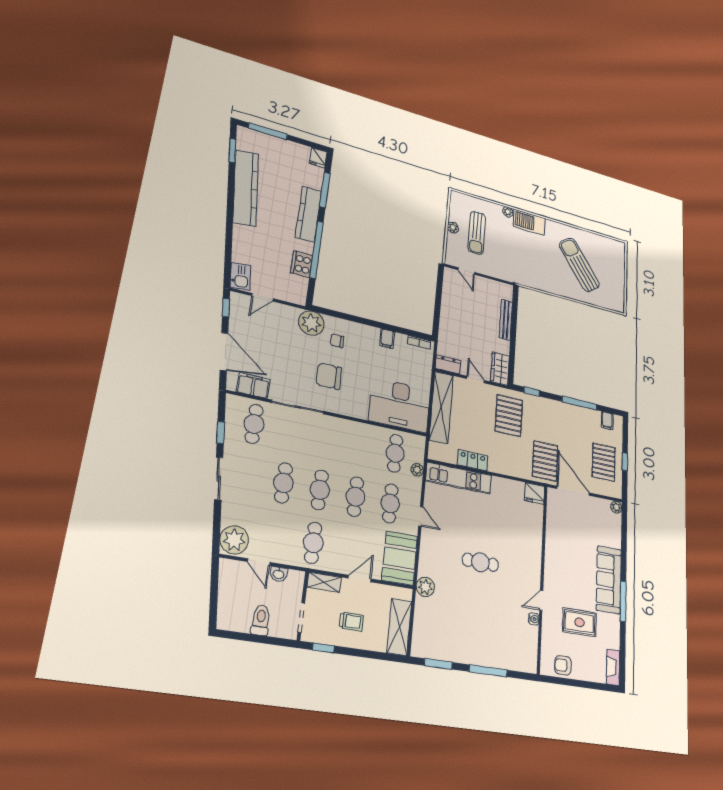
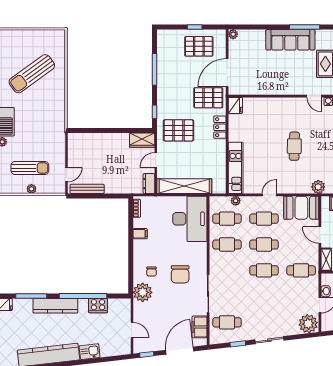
kitchen sink: (240, 276) -> (90, 352), moved
bench: (506, 320) -> (87, 189), moved
filing cabinet: (607, 421) -> (164, 44), removed
locker: (473, 460) -> (220, 127), moved
cafe table: (283, 483) -> (227, 245), moved

